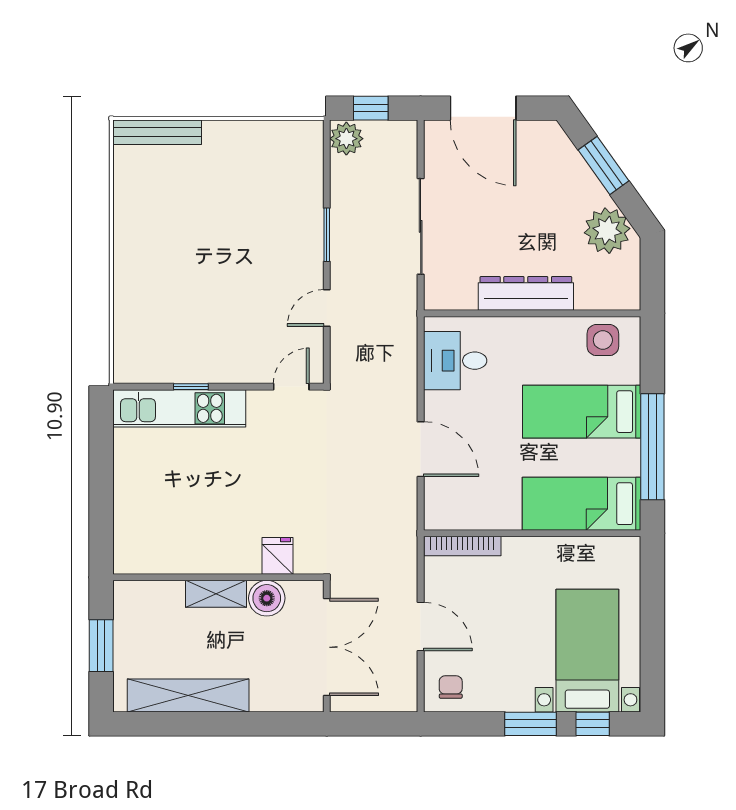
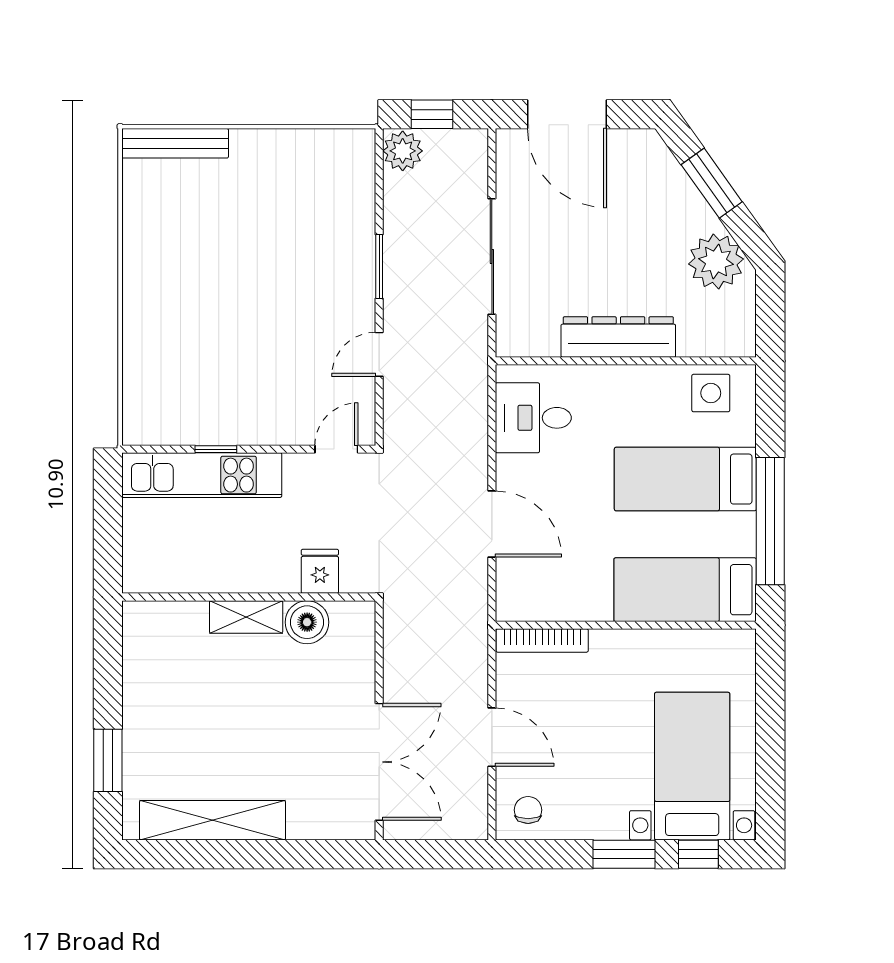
fridge: (277, 556) -> (320, 571), moved
wall: (218, 577) -> (249, 597), moved
shelving: (216, 594) -> (246, 617), moved
boiler: (267, 598) -> (307, 622), moved

